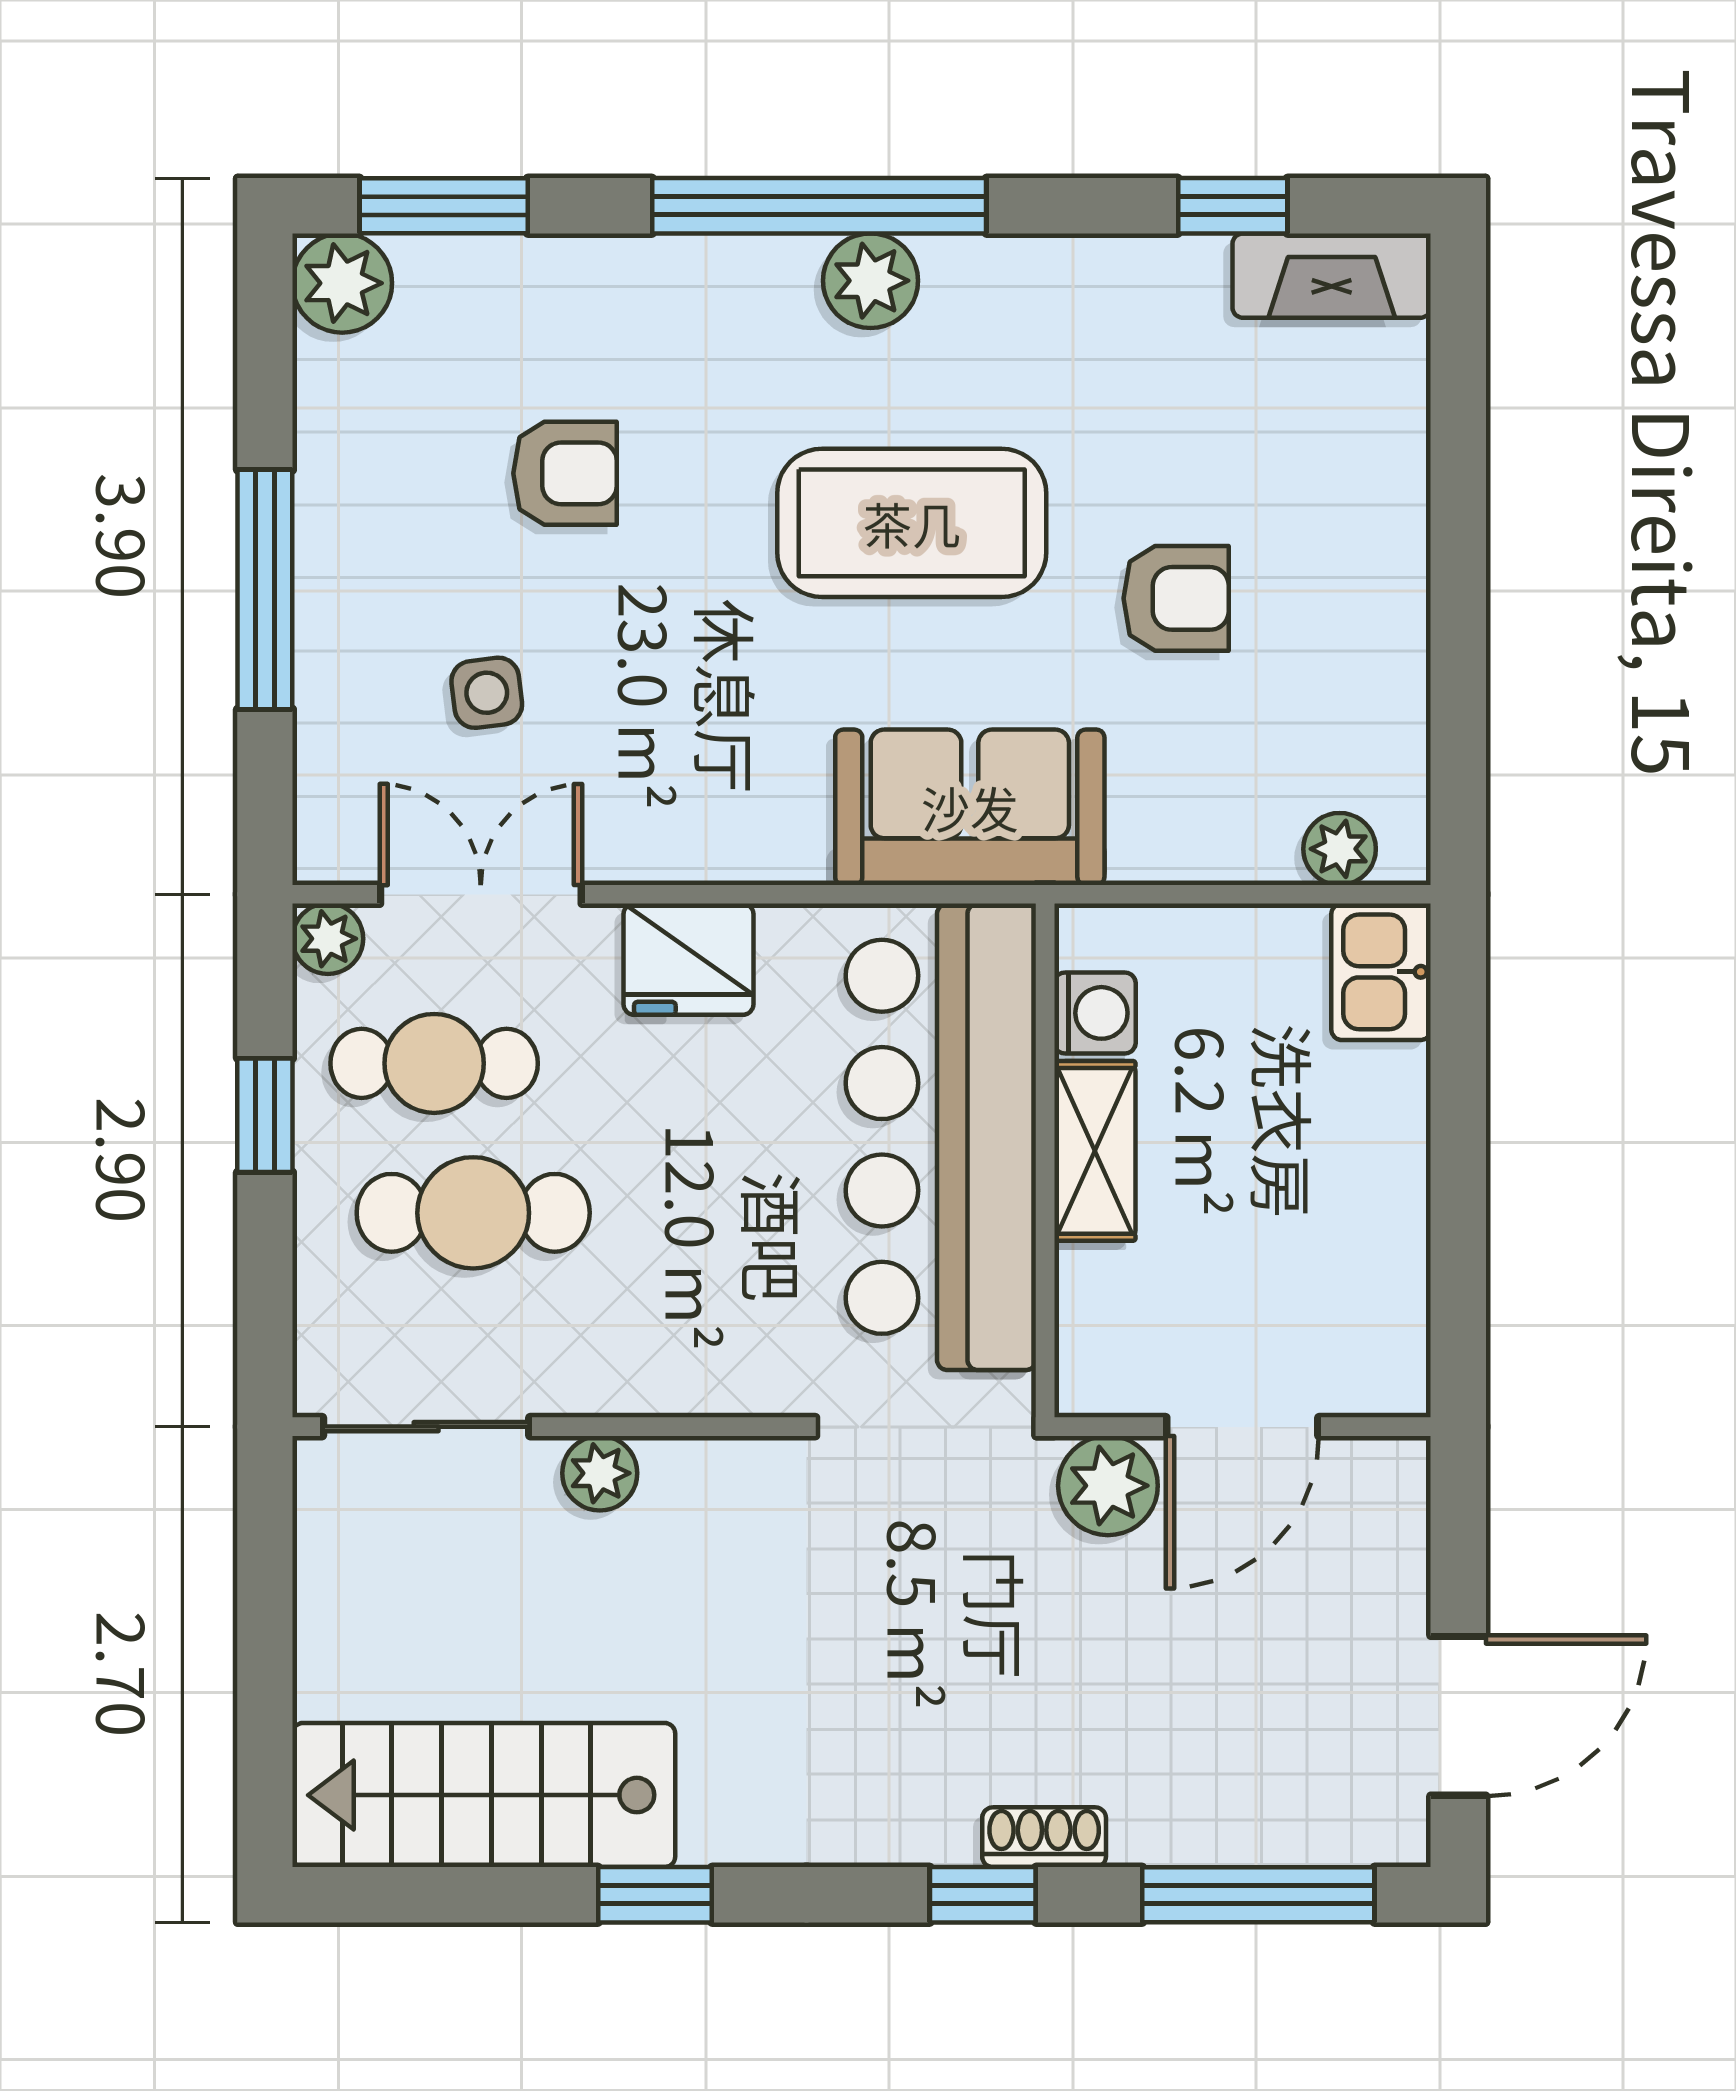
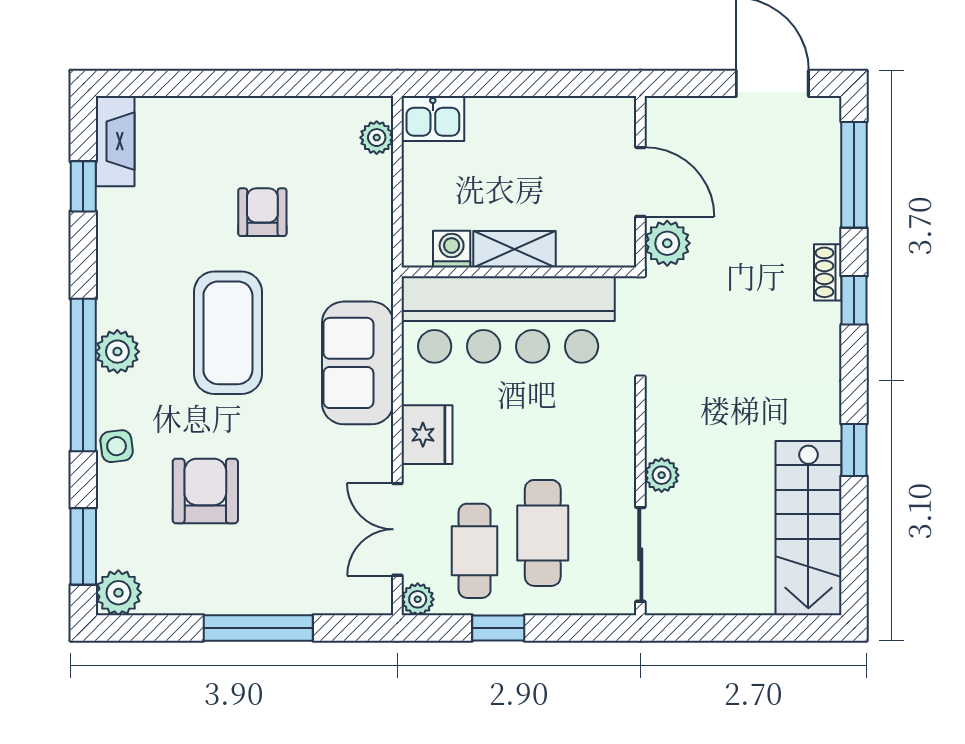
armchair: (565, 473) -> (205, 491), width x1.38, depth x1.38
side table: (487, 693) -> (117, 446), moved
sofa: (970, 807) -> (358, 363), moved

